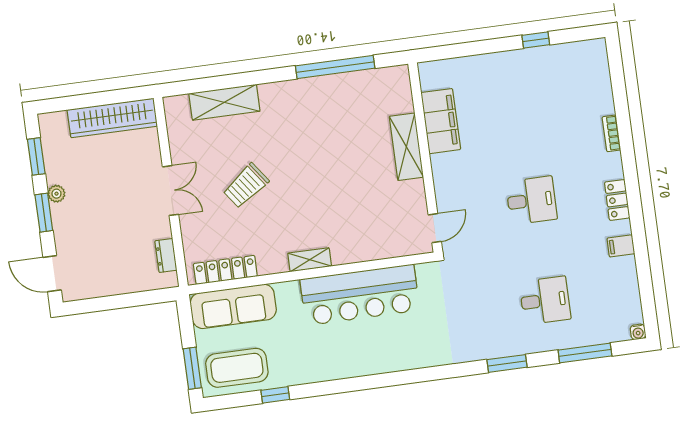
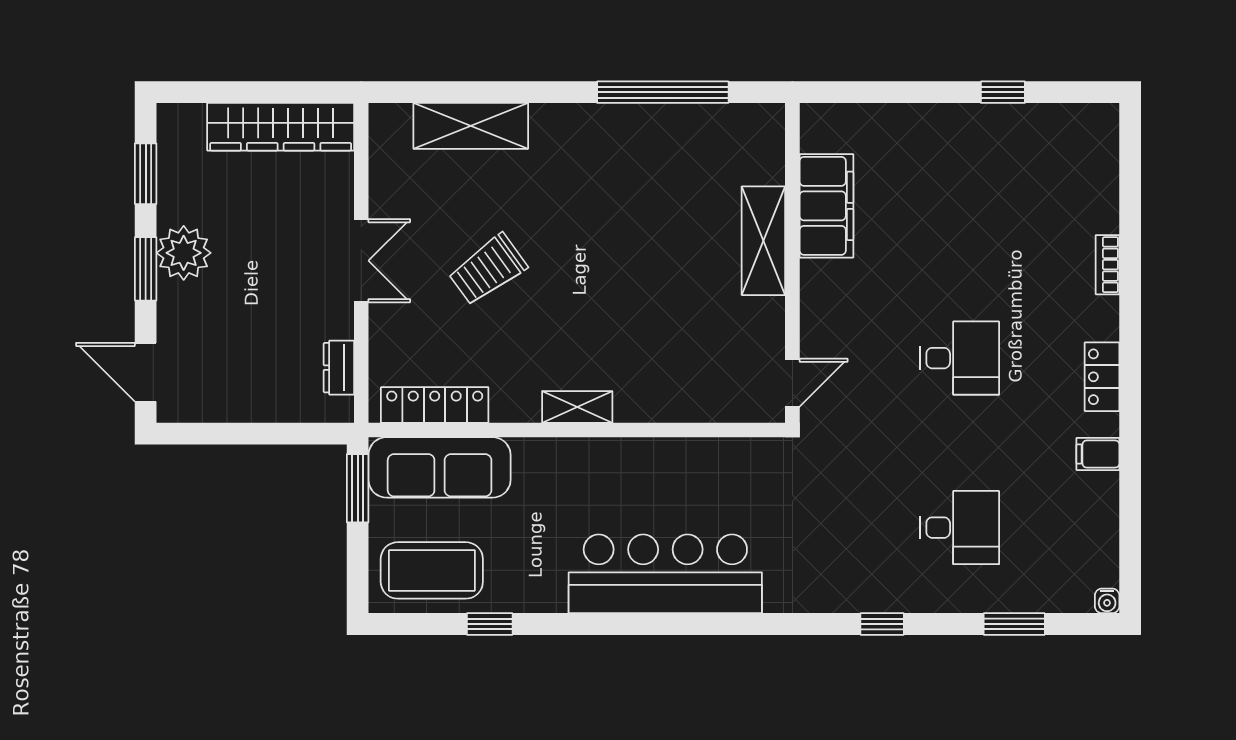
plant: (56, 194) -> (184, 253), width x1.87, depth x1.87
bar counter: (360, 295) -> (665, 574), moved, turned 180
window: (585, 353) -> (1014, 624), width x0.69
window: (507, 363) -> (882, 624), width x0.67
window: (192, 368) -> (358, 488), moved

